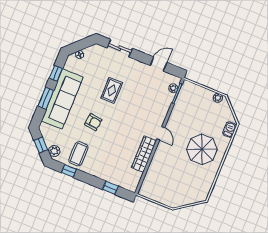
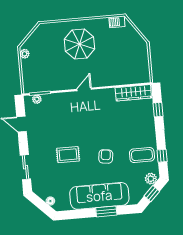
window: (56, 73) -> (79, 214), removed
barbecue: (230, 129) -> (117, 22), moved
wardrobe: (144, 154) -> (133, 93), moved

